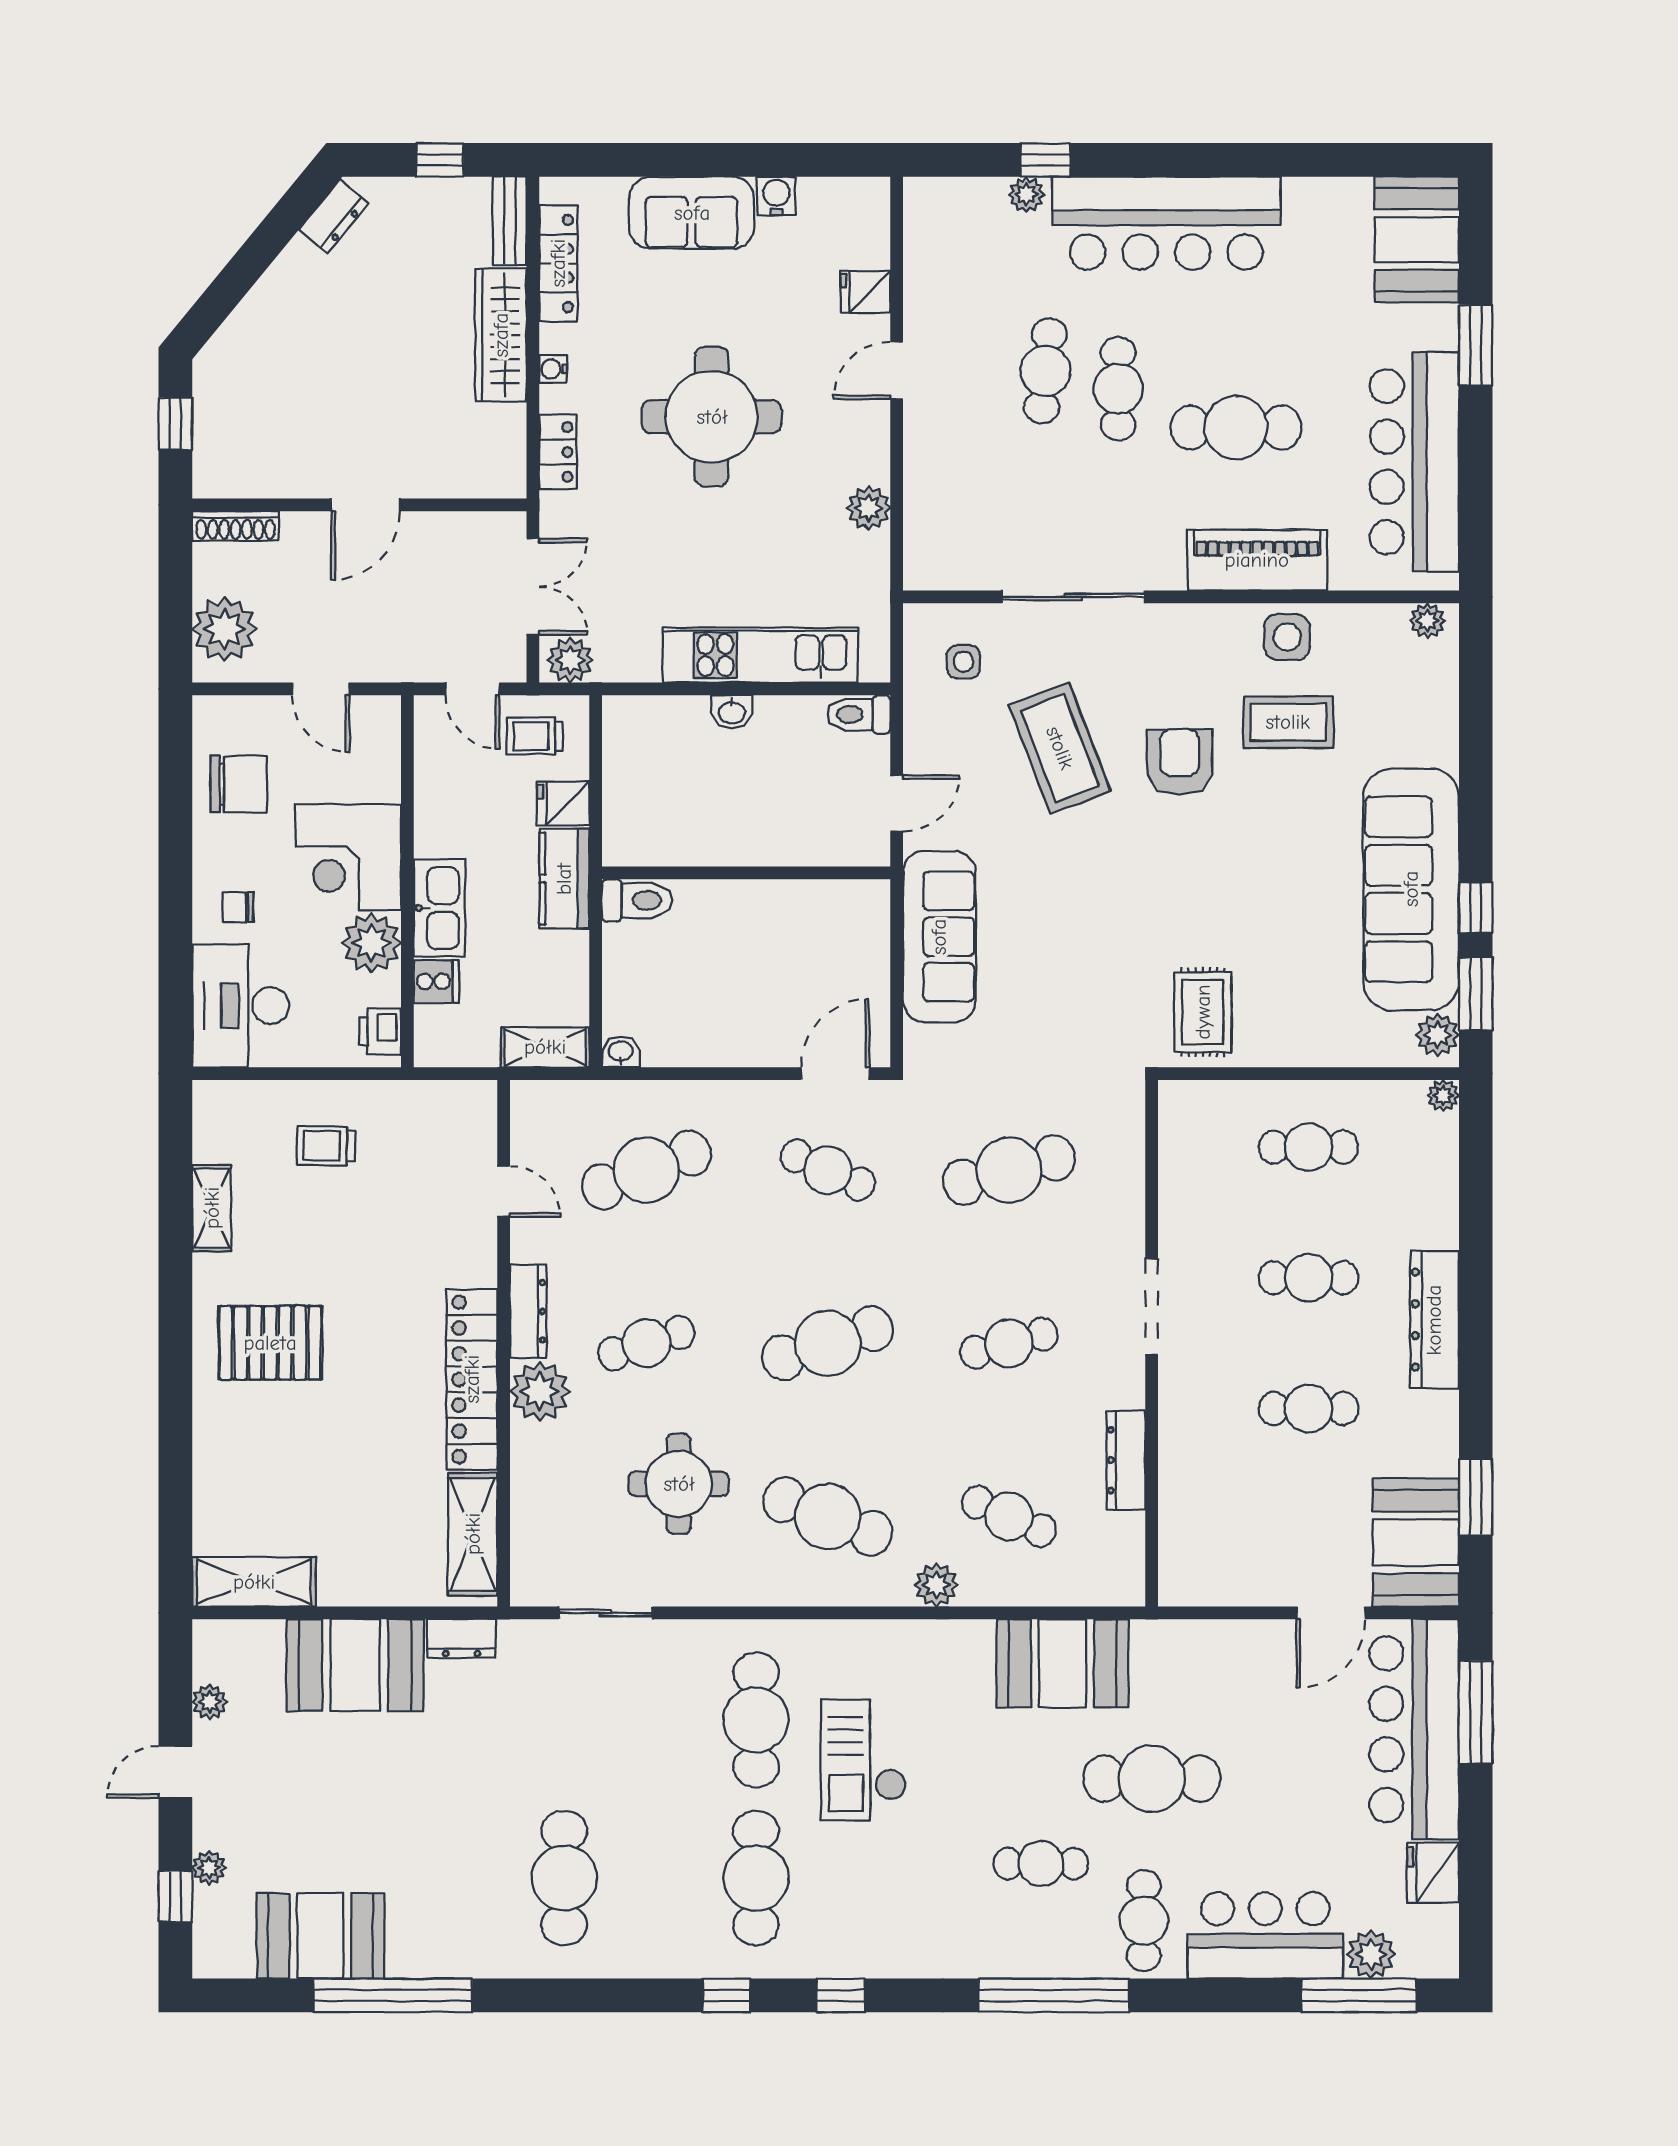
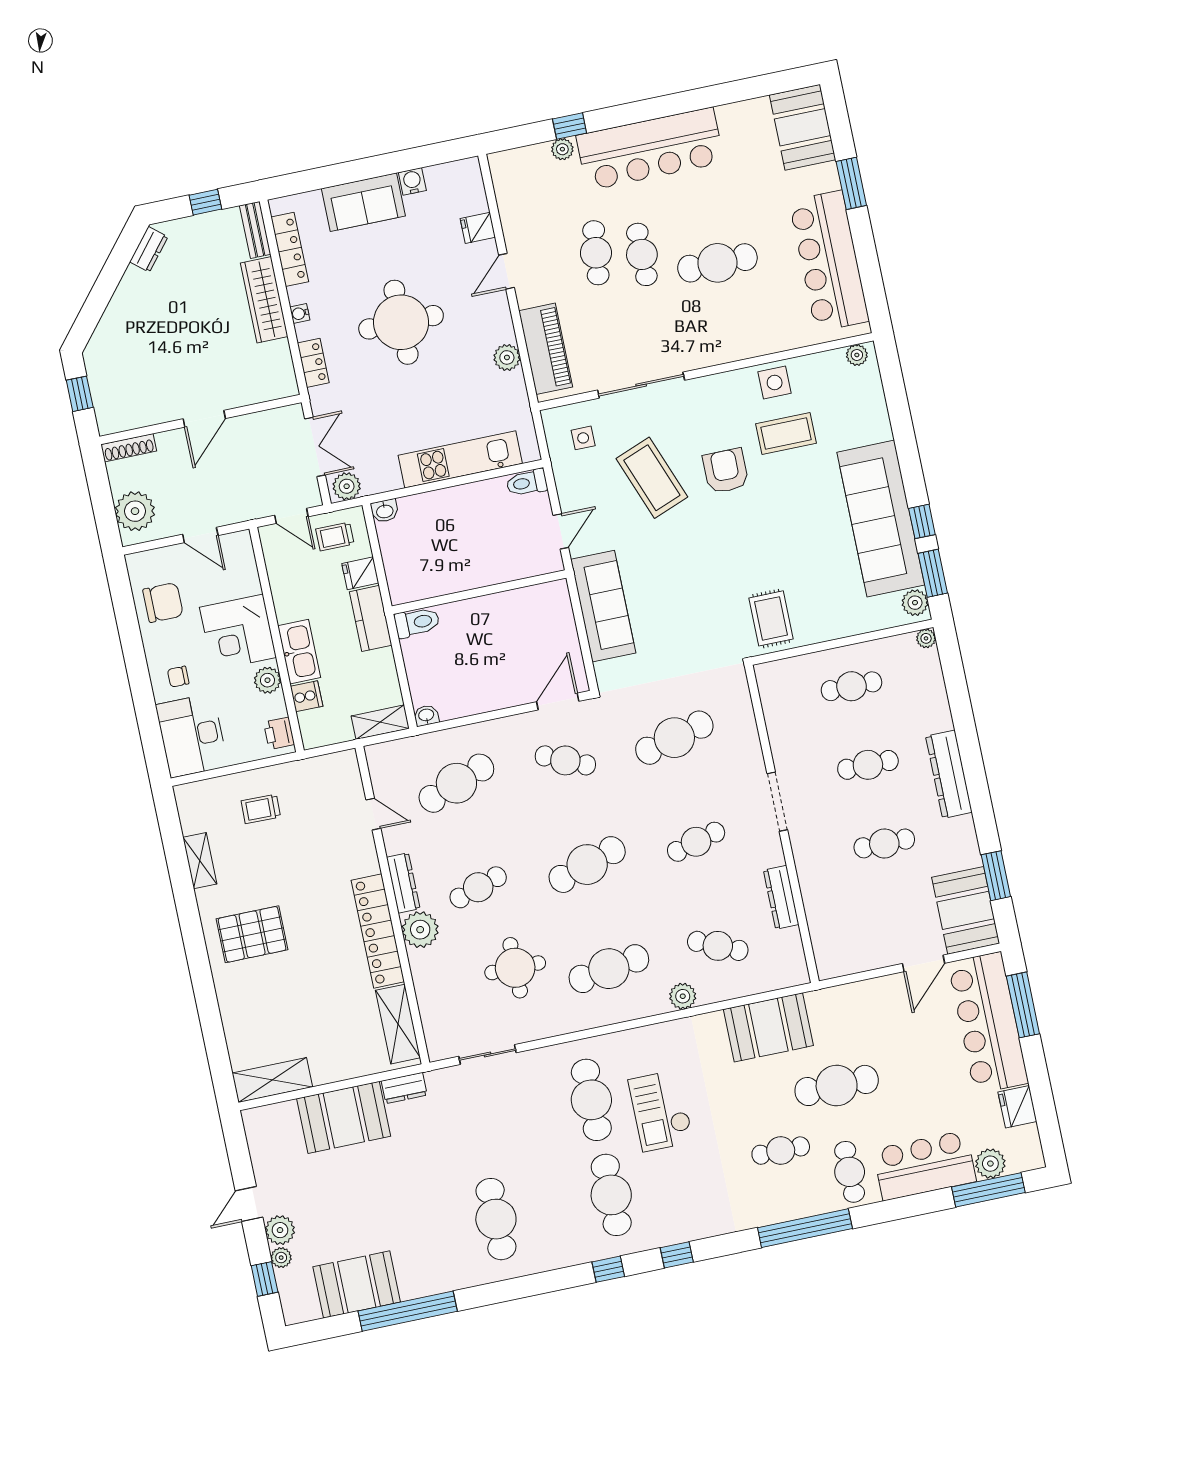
piano: (1257, 560) -> (546, 349), moved, turned 90
washbasin: (732, 712) -> (385, 511), moved
plant: (371, 943) -> (267, 680), width x0.73, depth x0.73
cafe table: (828, 1516) -> (609, 969), turned -30
plant: (210, 1702) -> (280, 1230), moved, width x1.38, depth x1.38

